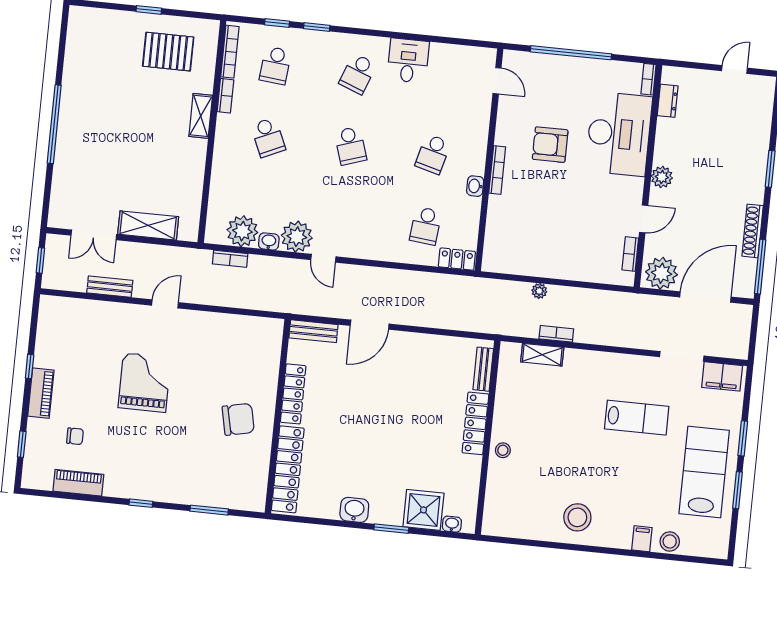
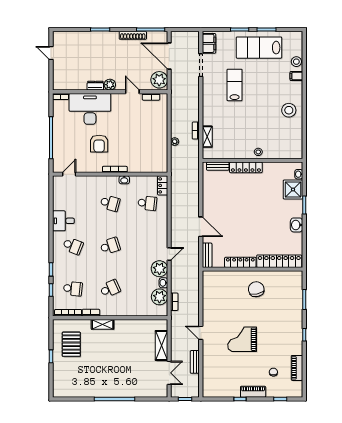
dresser: (668, 101) -> (95, 86), moved

